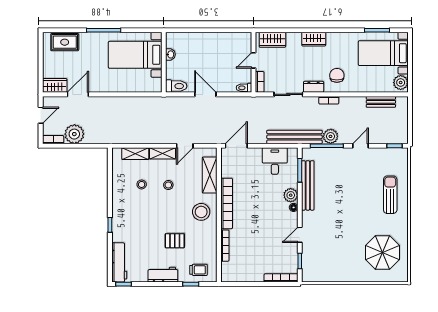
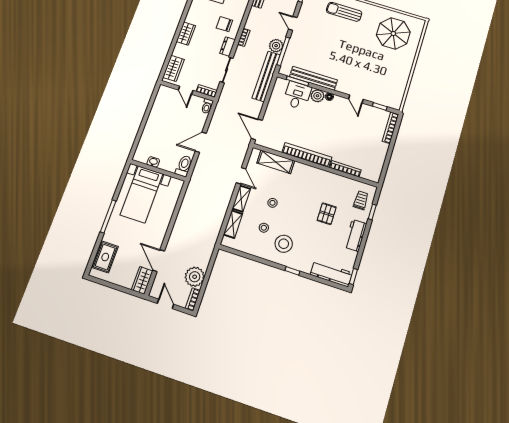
desk: (275, 161) -> (297, 95), moved, turned 90
stool: (201, 212) -> (284, 244), moved

